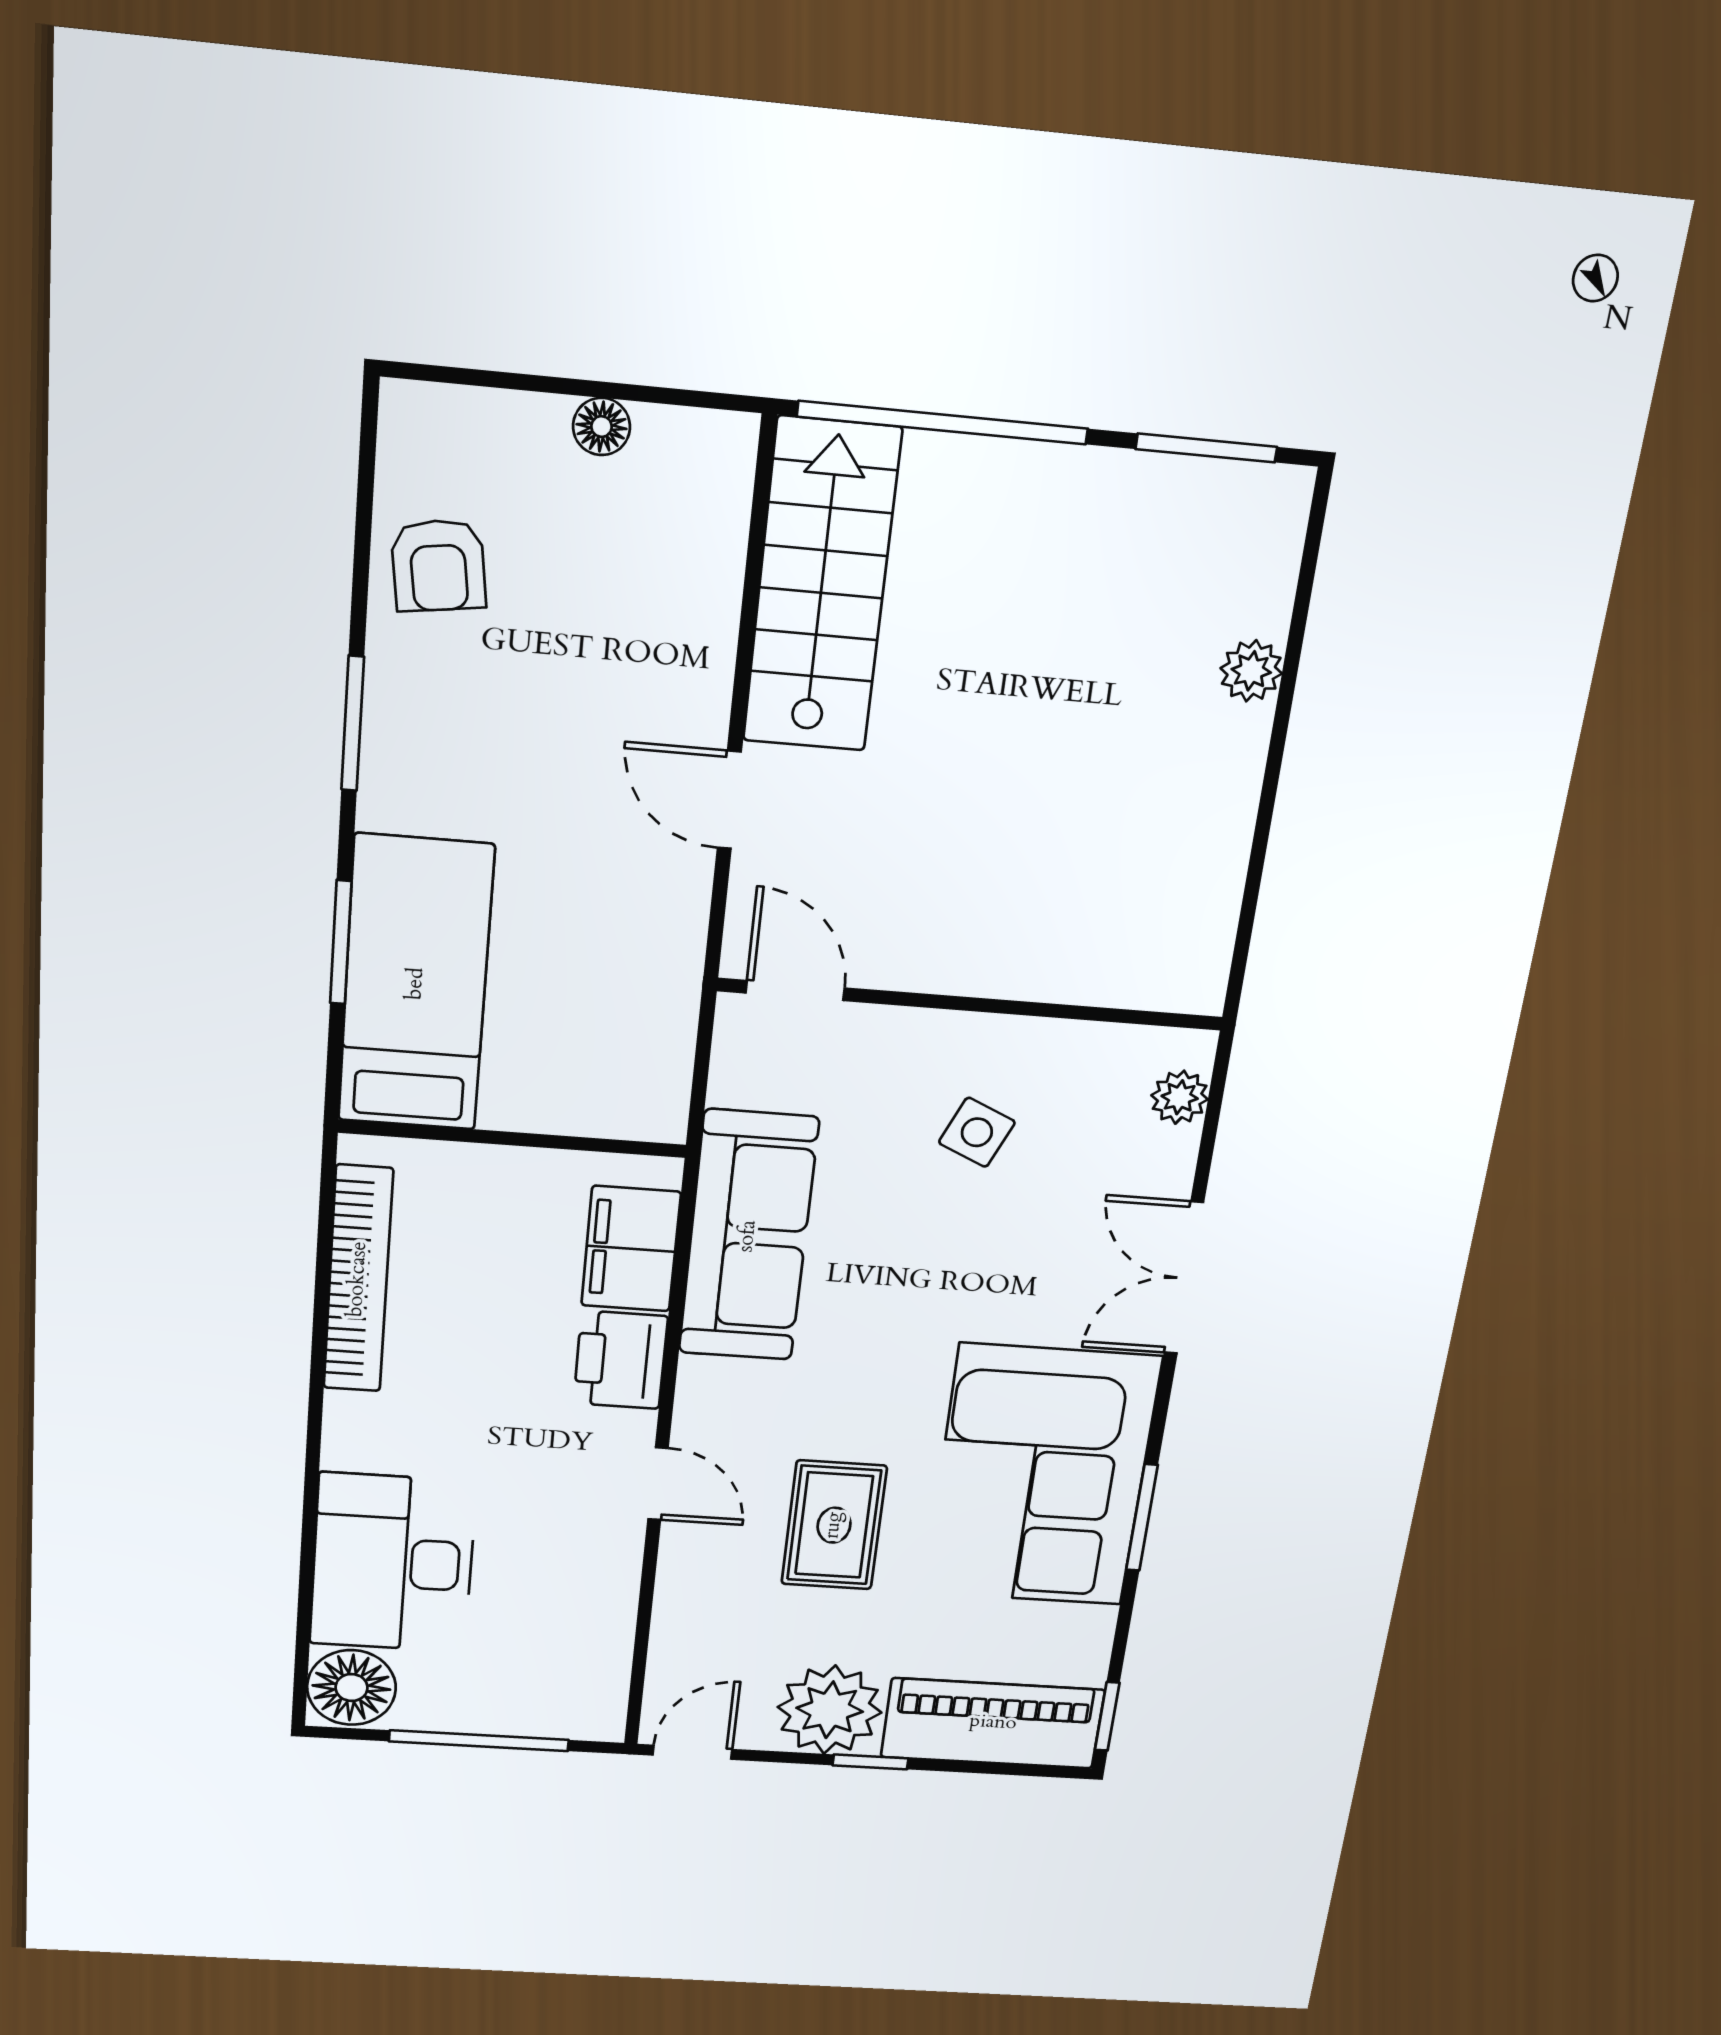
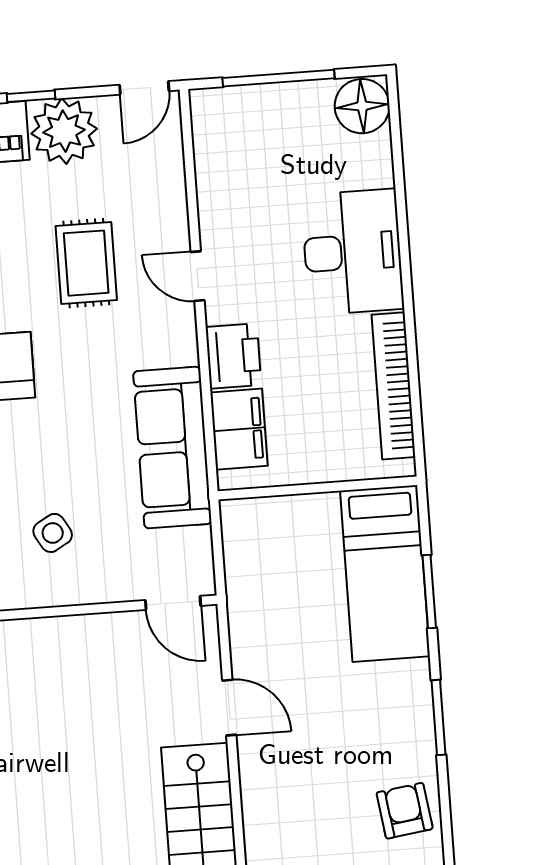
side table: (977, 1132) -> (53, 533), turned 36
desk: (393, 1563) -> (352, 252), moved

